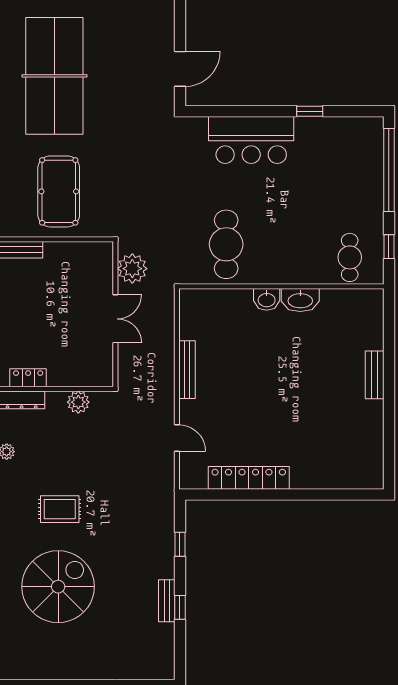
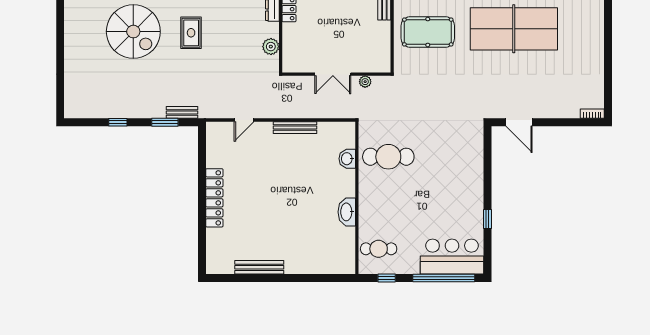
bar counter: (251, 140) -> (452, 257), moved, turned 90
plant: (132, 269) -> (365, 82), width x0.53, depth x0.53
washbasin: (267, 299) -> (347, 159), moved
bench: (375, 375) -> (259, 267), moved, width x1.36
locker: (249, 478) -> (214, 198), moved
window: (180, 544) -> (165, 122), width x1.50
bench: (167, 601) -> (182, 112), moved

